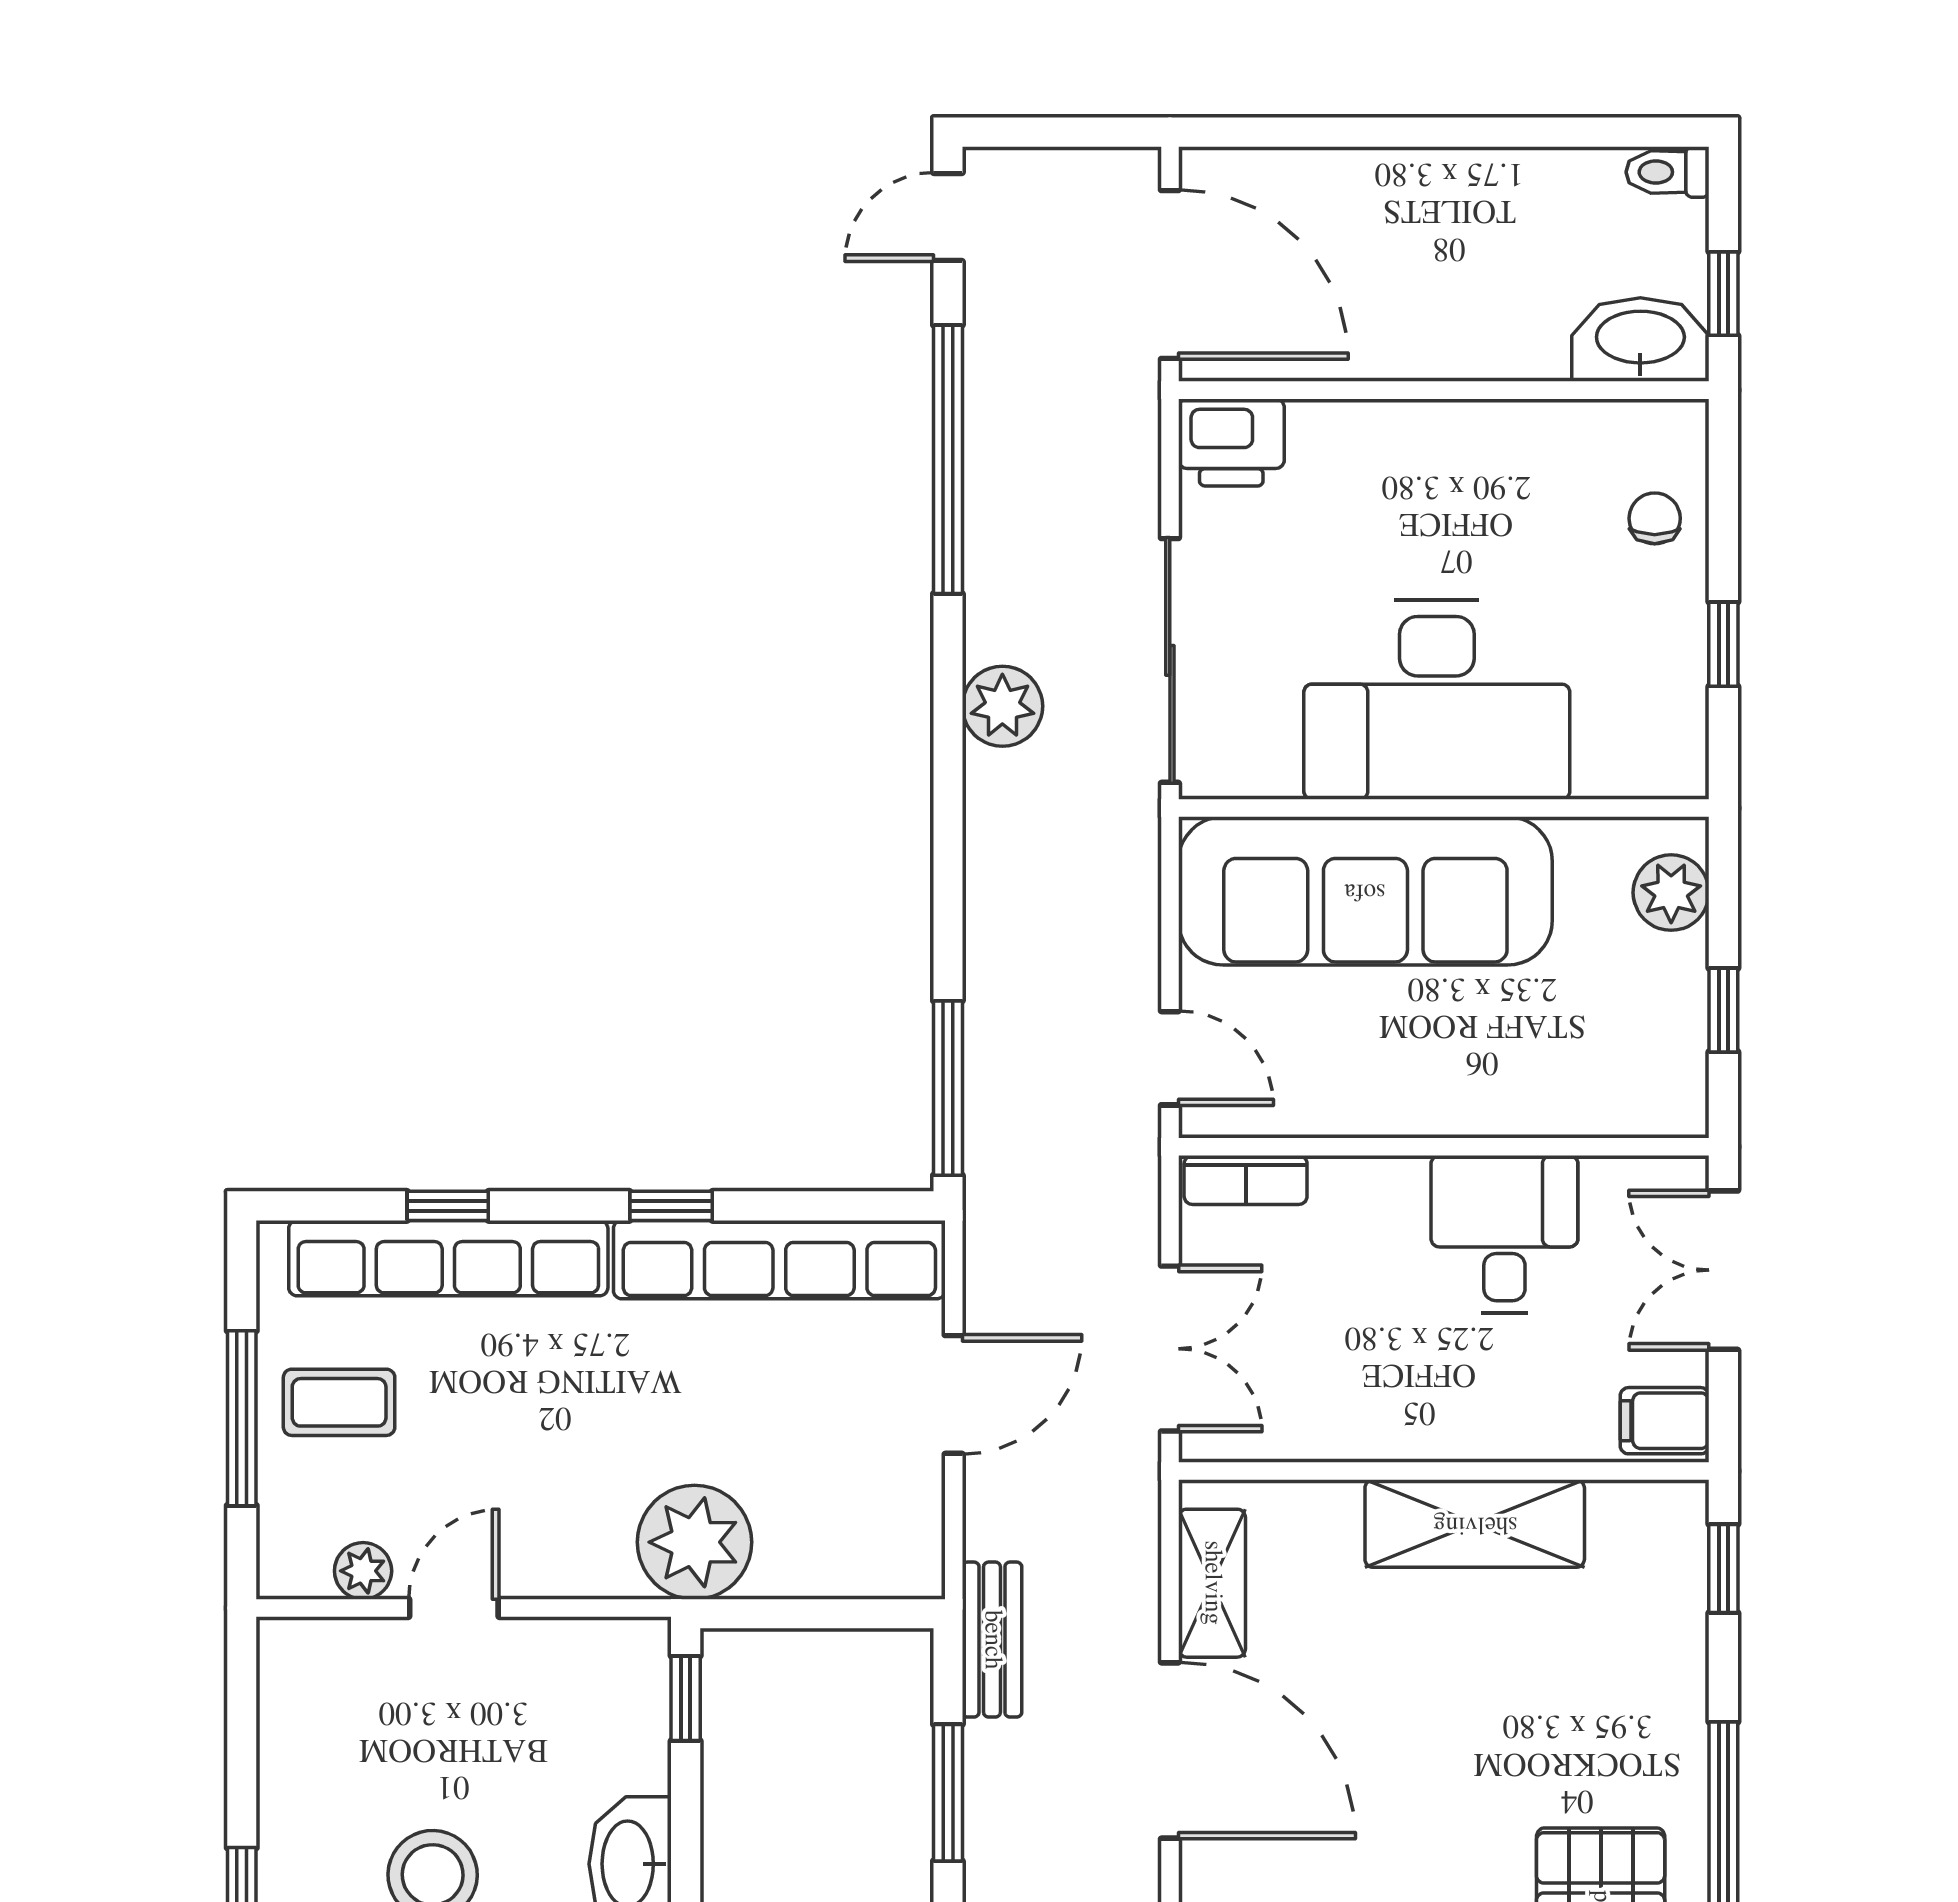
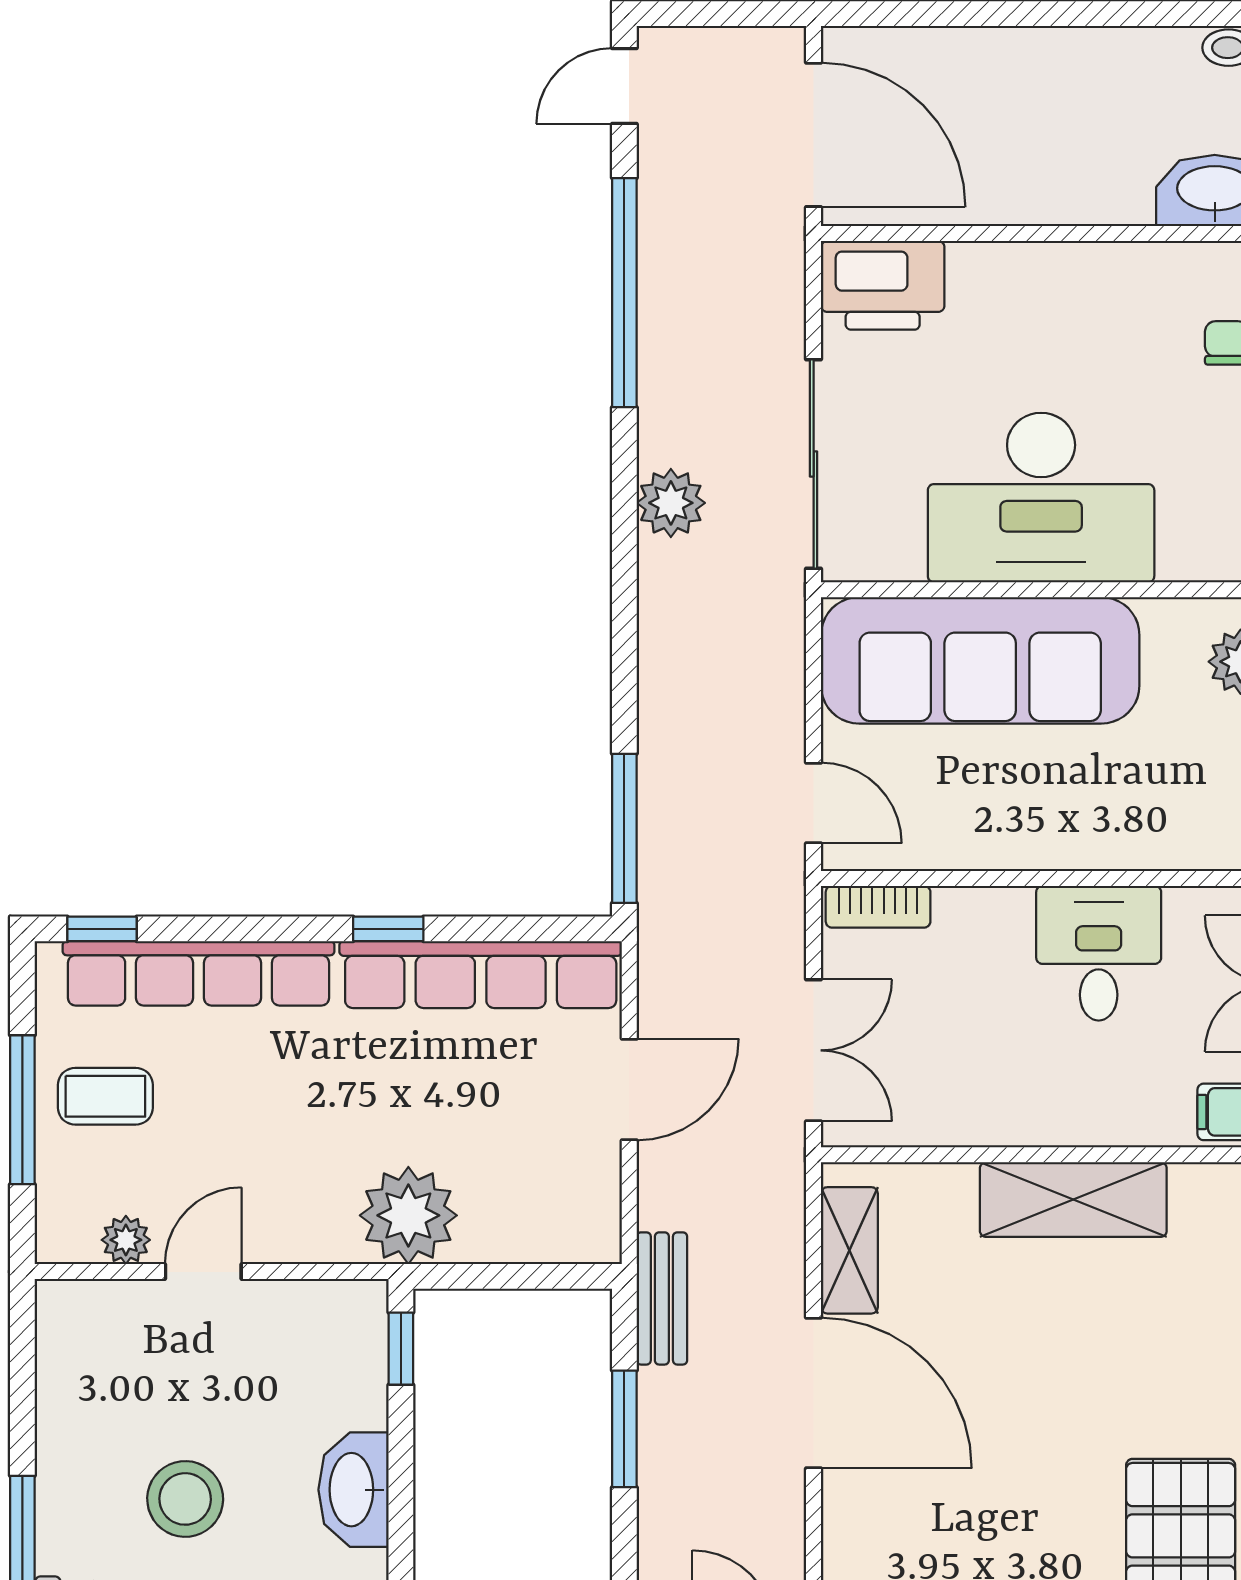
printer: (1231, 442) -> (883, 285), width x1.37, depth x1.19
window: (448, 1206) -> (102, 929), moved

